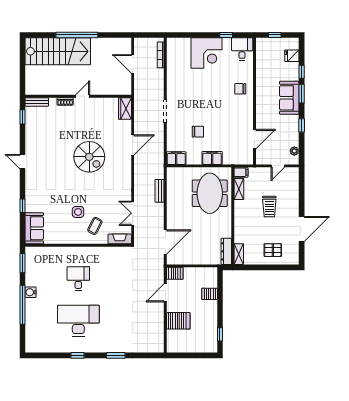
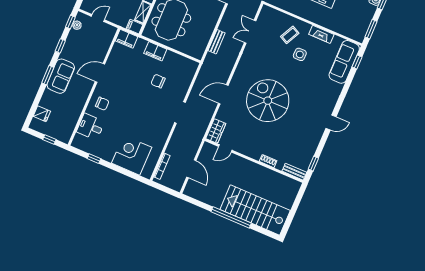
desk: (242, 49) -> (90, 127), moved, turned 90
corner desk: (207, 53) -> (132, 155), moved
window: (302, 72) -> (70, 22), moved
door: (83, 96) -> (225, 148), moved
door: (254, 139) -> (100, 73), moved
spiral stairs: (89, 157) -> (268, 101), width x1.37, depth x1.37
filing cabinet: (176, 158) -> (126, 39), moved
door: (22, 162) -> (331, 123), hinge flipped
window: (22, 206) -> (357, 62), moved
double door: (133, 213) -> (250, 32), swing flipped
sofa: (34, 228) -> (344, 62), width x1.36
fireplace: (120, 239) -> (321, 34), moved

